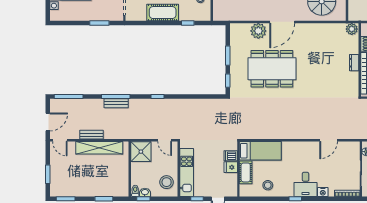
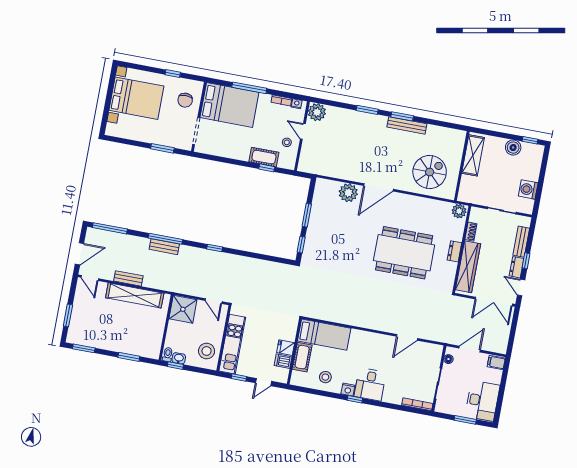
cot: (163, 13) -> (264, 157), moved, width x0.73, depth x0.75
dining table: (272, 69) -> (404, 253), moved
dishwasher: (231, 156) -> (283, 361), moved
nightstand: (323, 192) -> (348, 390), moved

